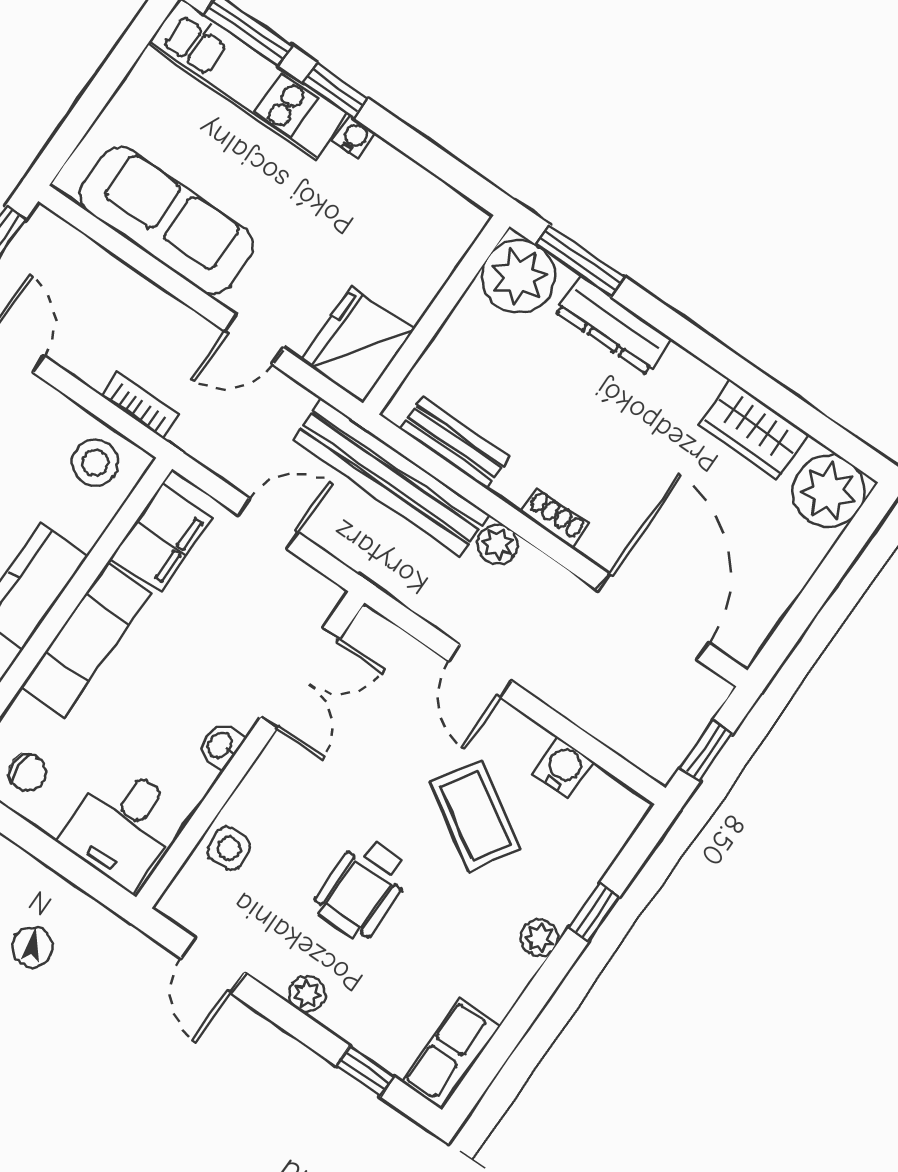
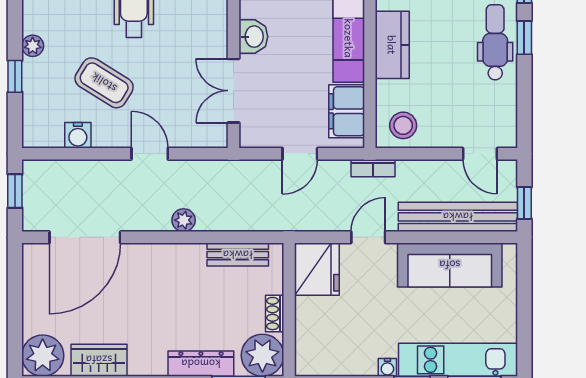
bookcase: (141, 405) -> (373, 168), moved
bench: (391, 477) -> (458, 217), moved
shoe rack: (555, 518) -> (275, 314), moved, turned 90
door: (653, 617) -> (85, 237), hinge flipped
washbasin: (221, 746) -> (253, 37), width x1.38, depth x1.45

